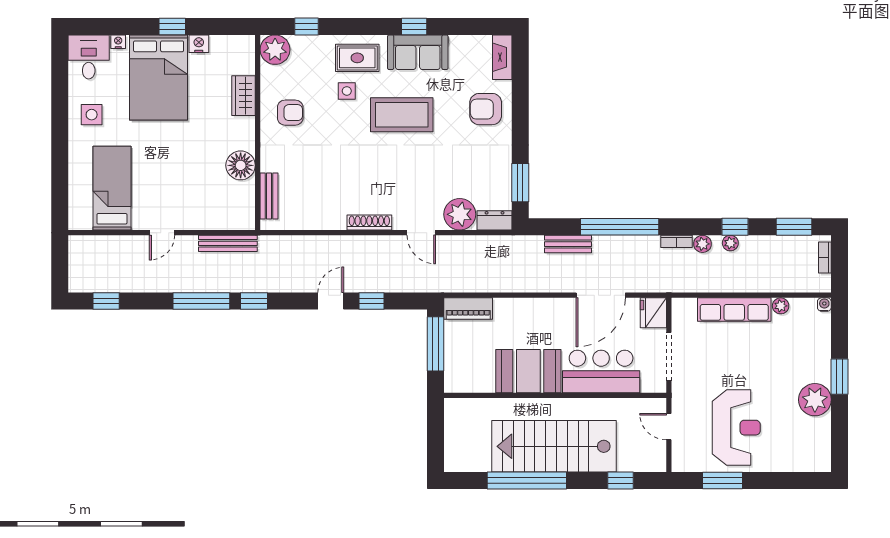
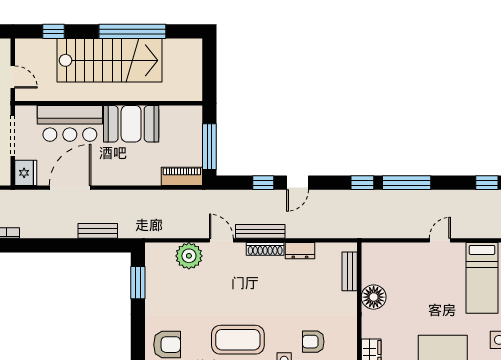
armchair: (290, 113) -> (313, 342), moved
dresser: (495, 220) -> (300, 251), moved
window: (620, 227) -> (54, 245), removed
bench: (228, 243) -> (260, 231), moved

